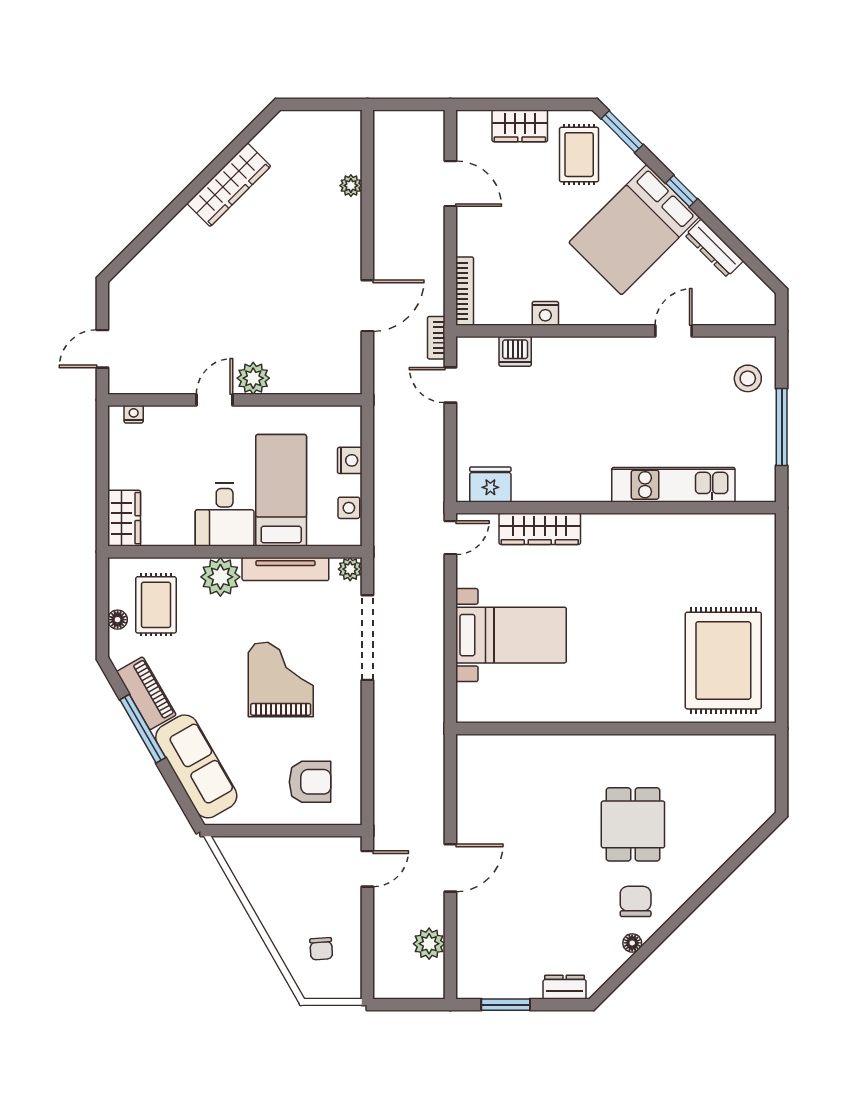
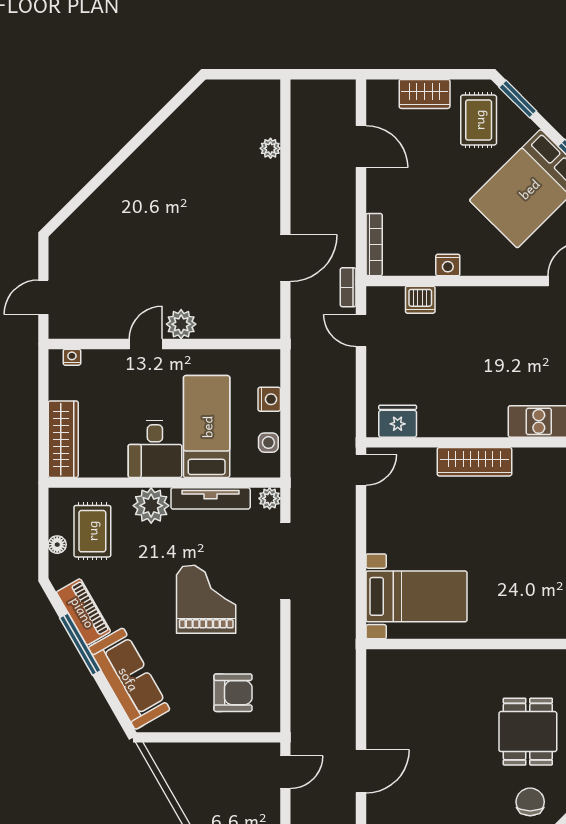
wardrobe: (229, 185) -> (159, 148), removed
wardrobe: (124, 518) -> (63, 439), width x1.50
wardrobe: (540, 529) -> (474, 462), moved
bed with nightstands: (511, 635) -> (416, 596), moved

